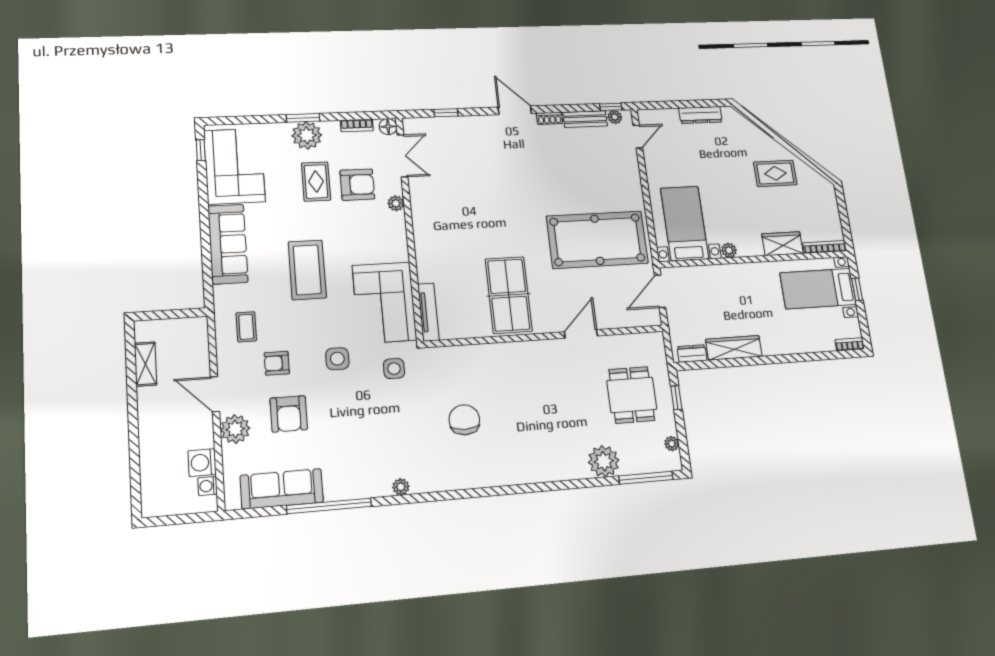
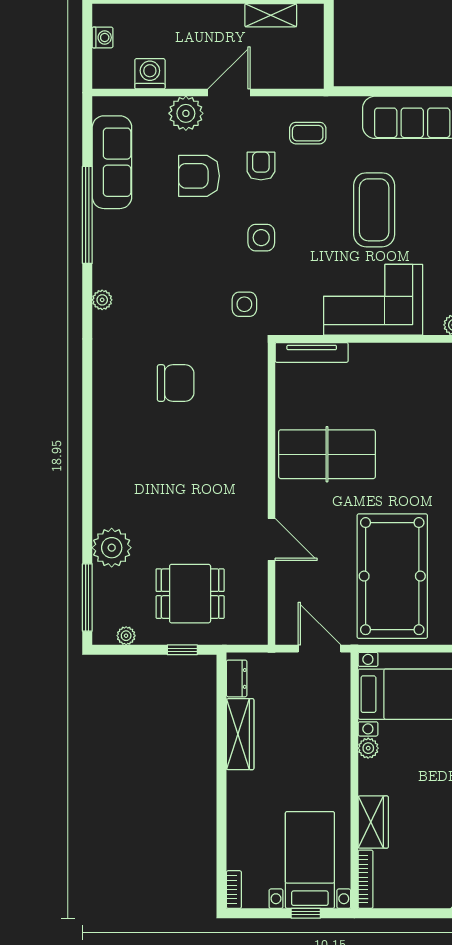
coffee table: (307, 270) -> (374, 210), turned 90
corner sofa: (384, 303) -> (373, 300), moved
washing machine: (207, 486) -> (103, 37), moved, turned 90

